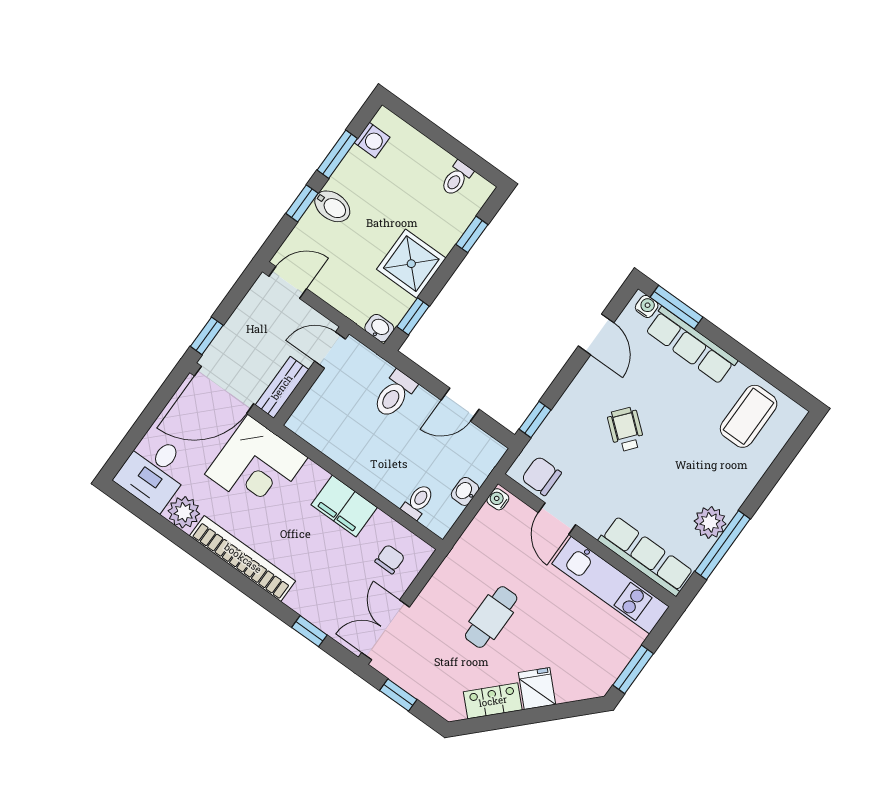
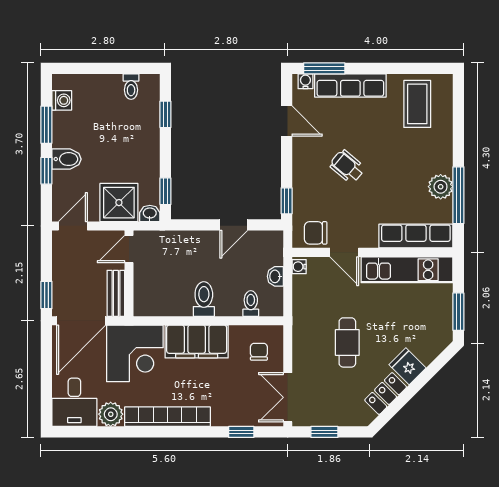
shower: (411, 264) -> (119, 203), moved
toilet: (394, 394) -> (204, 299), moved, turned 180
filing cabinet: (344, 506) -> (197, 341), width x1.50, depth x1.17

